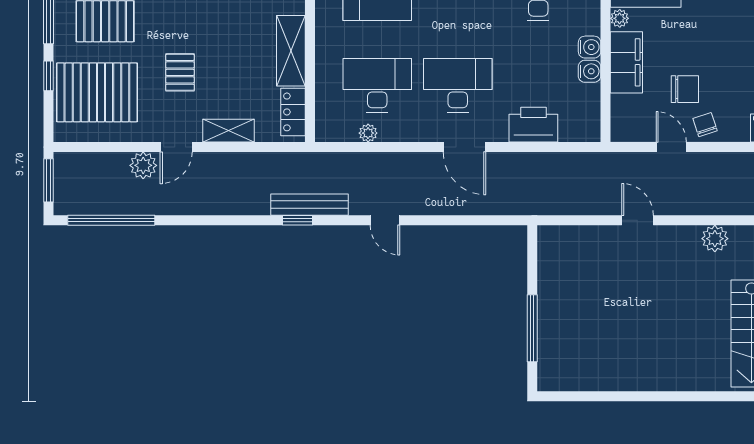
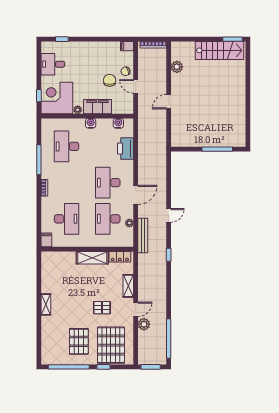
water cooler: (589, 71) -> (118, 123), moved
door: (176, 147) -> (136, 309), hinge flipped
door: (464, 147) -> (136, 195), moved
door: (671, 147) -> (136, 86), hinge flipped
bench: (310, 205) -> (143, 235), moved

